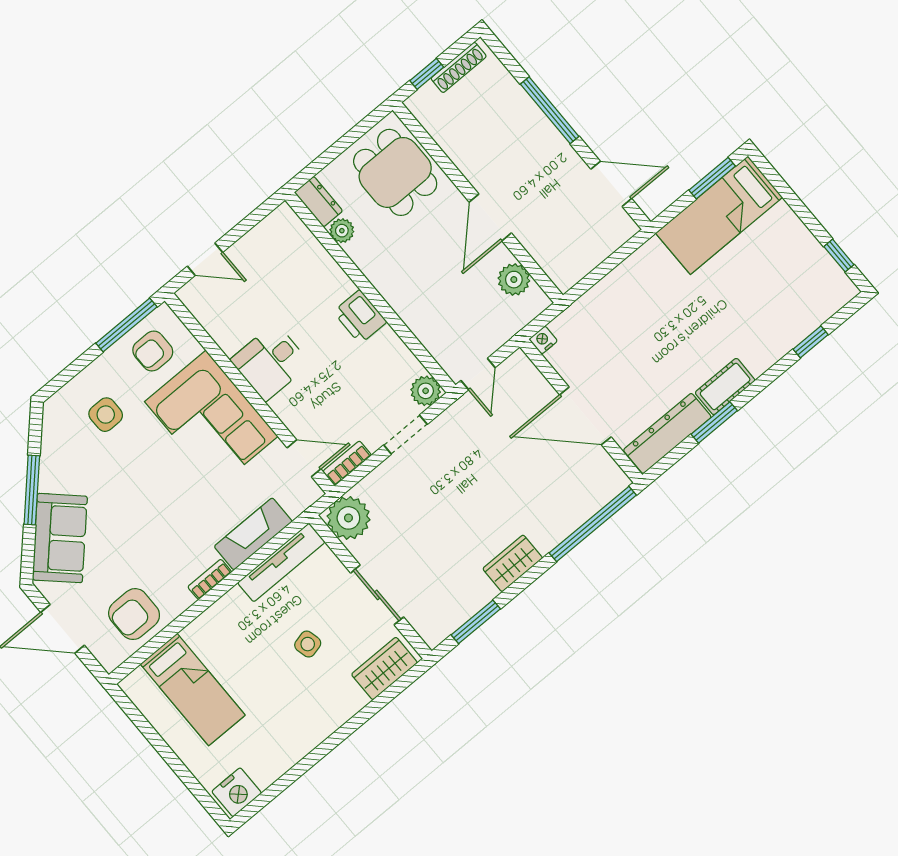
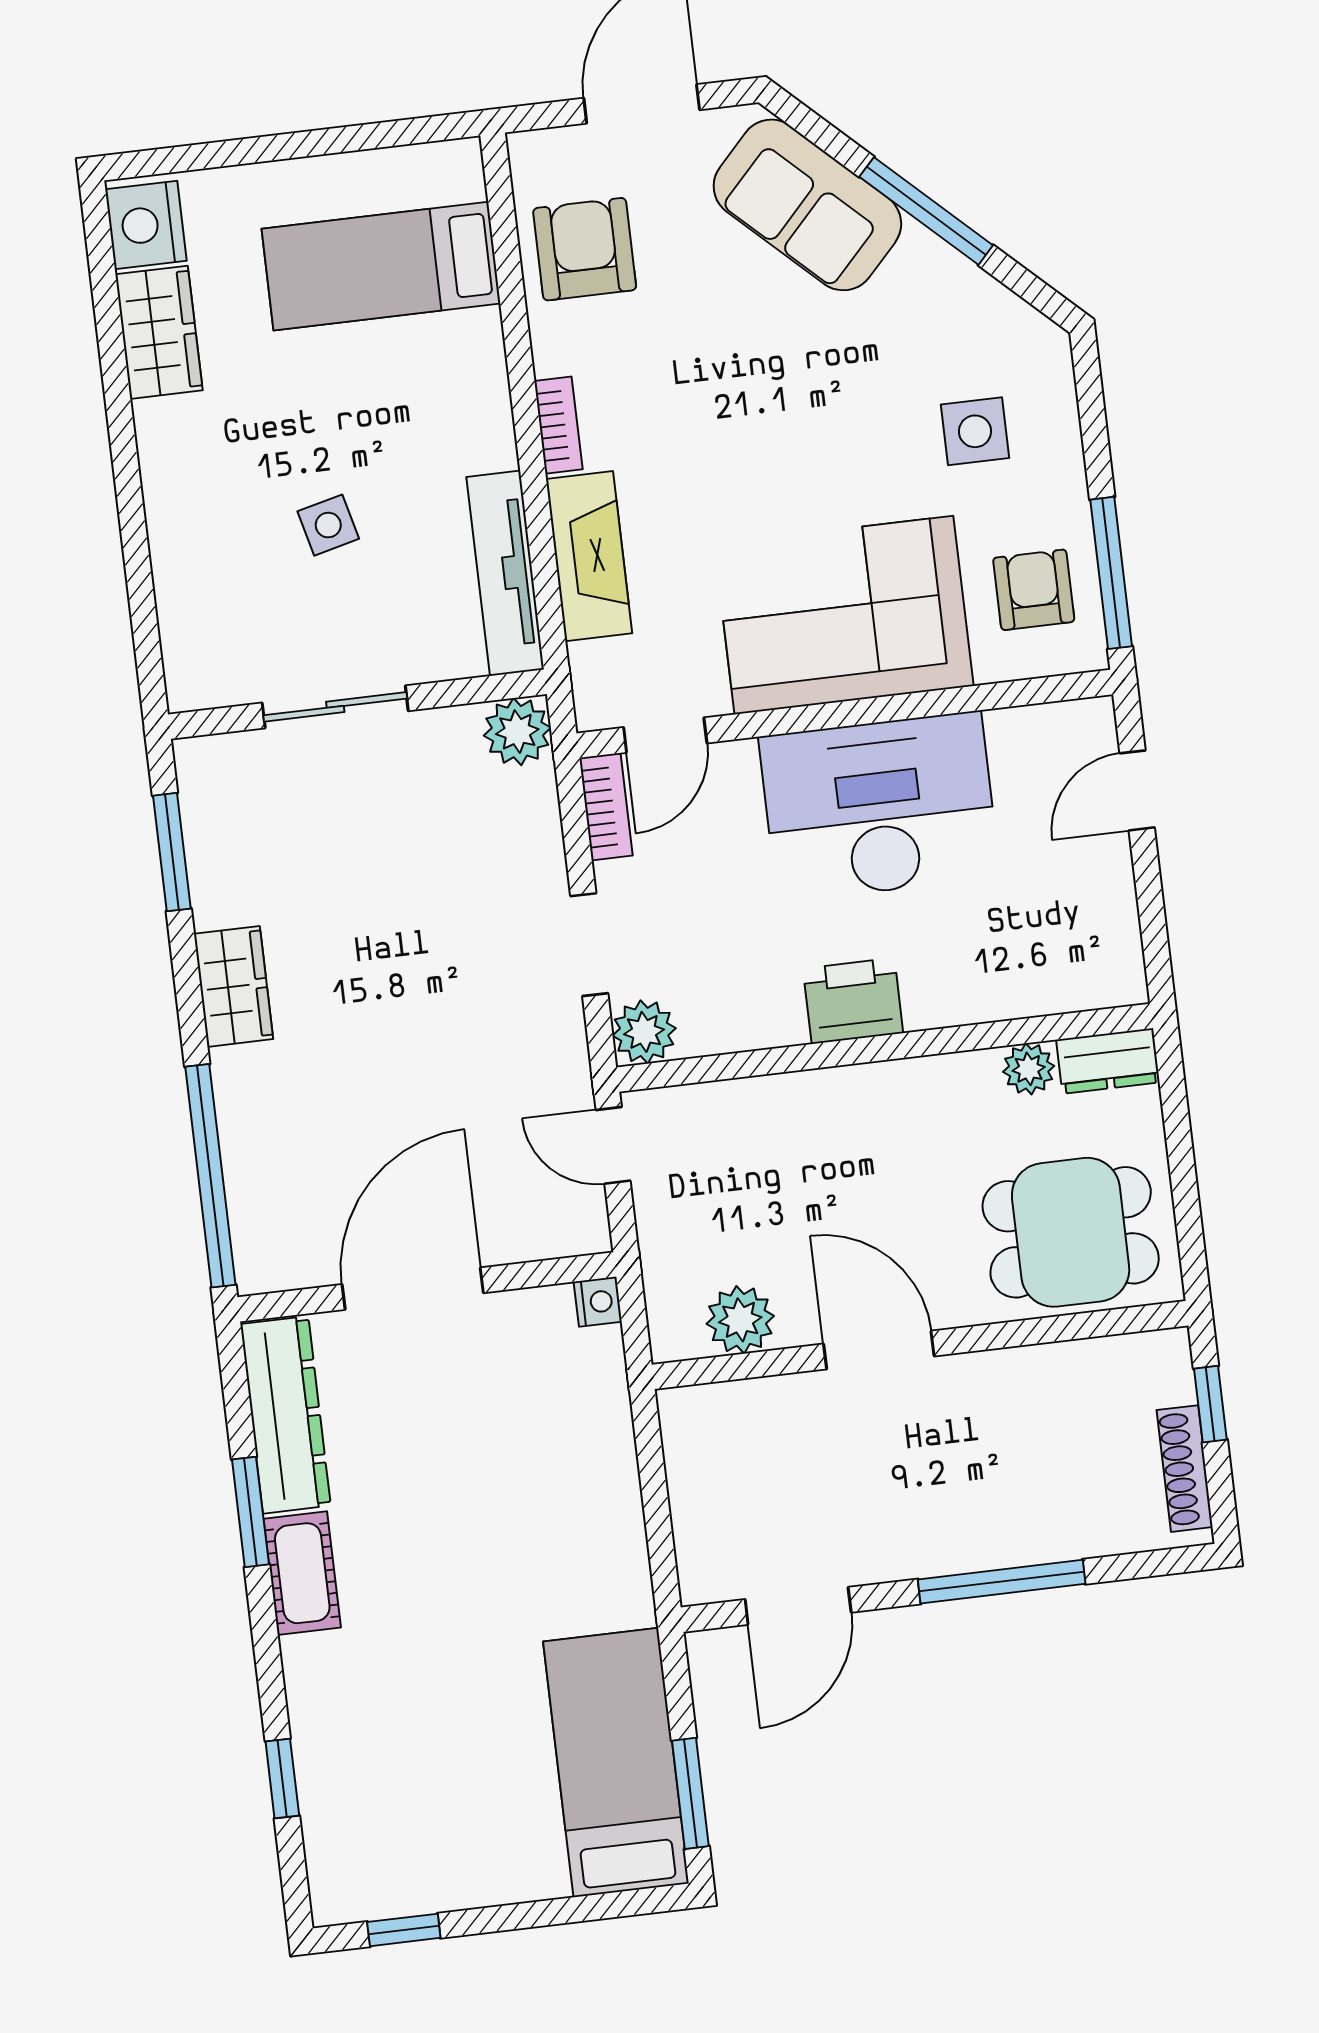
desk: (270, 362) -> (879, 807), width x1.87, depth x1.30
plant: (348, 518) -> (517, 732), width x0.73, depth x0.73
wardrobe: (384, 669) -> (159, 332), moved

